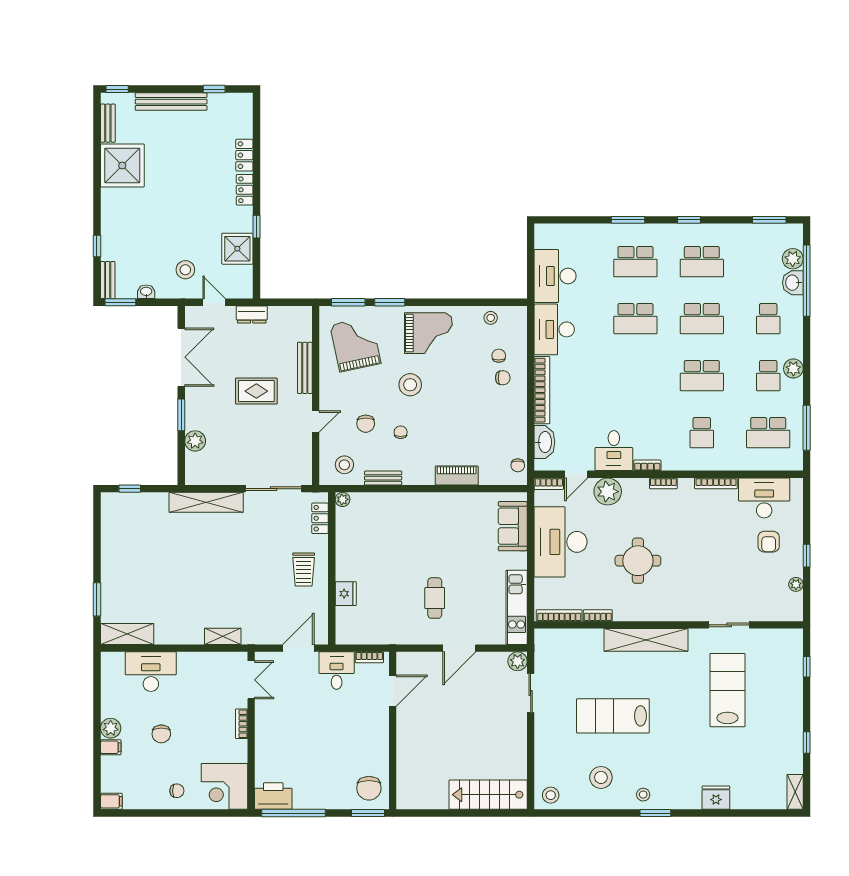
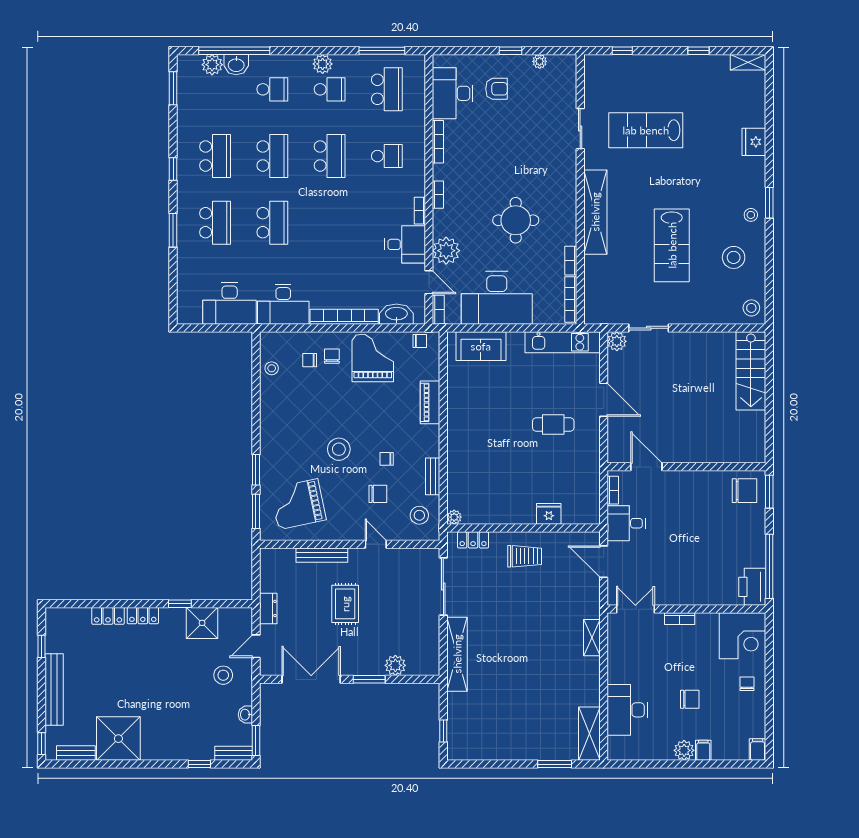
grand piano: (428, 333) -> (373, 358), moved

